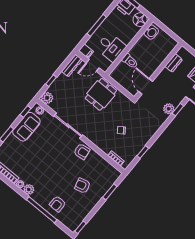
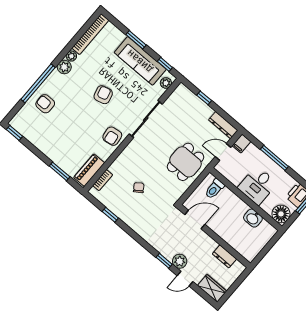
washbasin: (151, 32) -> (253, 218), moved
desk: (111, 47) -> (257, 186), moved
toilet: (130, 61) -> (214, 189), moved
door: (93, 65) -> (223, 152), hinge flipped
dining table: (101, 94) -> (185, 162), turned 90
plant: (47, 98) -> (182, 92), removed
plant: (169, 109) -> (180, 261), moved
sofa: (26, 127) -> (140, 61), width x1.36
piano: (109, 169) -> (89, 170), added
armchair: (83, 186) -> (103, 95), moved

